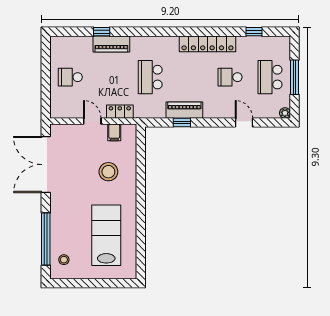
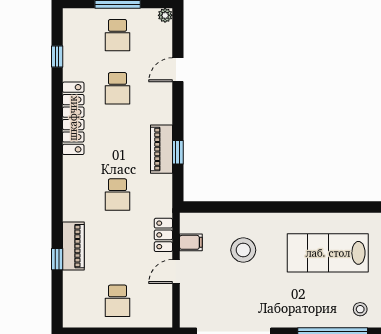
school desk: (150, 77) -> (117, 194), width x0.54
school desk: (270, 77) -> (117, 35), width x0.54

